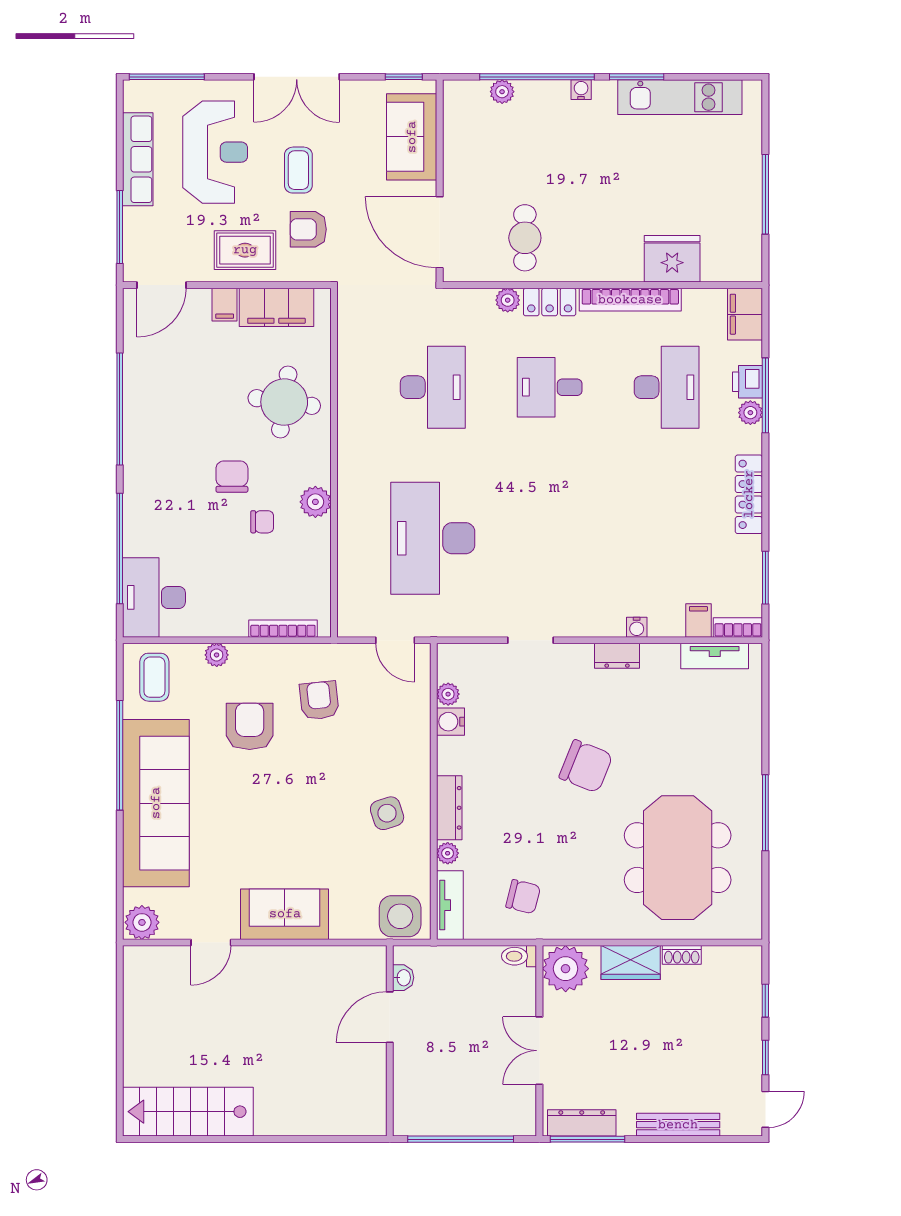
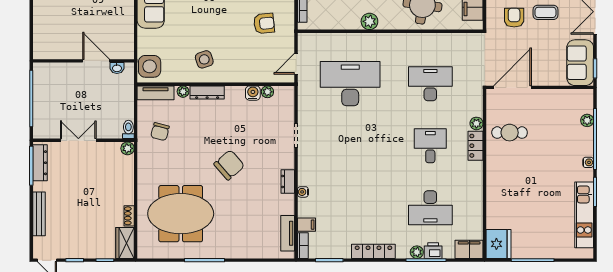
sofa: (412, 137) -> (580, 63), moved, turned -90
fridge: (672, 259) -> (498, 244), moved
bookcase: (630, 300) -> (477, 188), removed
desk: (433, 387) -> (430, 84), turned 180
chair: (586, 766) -> (229, 165), turned -153
wardrobe: (631, 963) -> (125, 243), moved
plant: (566, 969) -> (128, 148), width x0.53, depth x0.53

